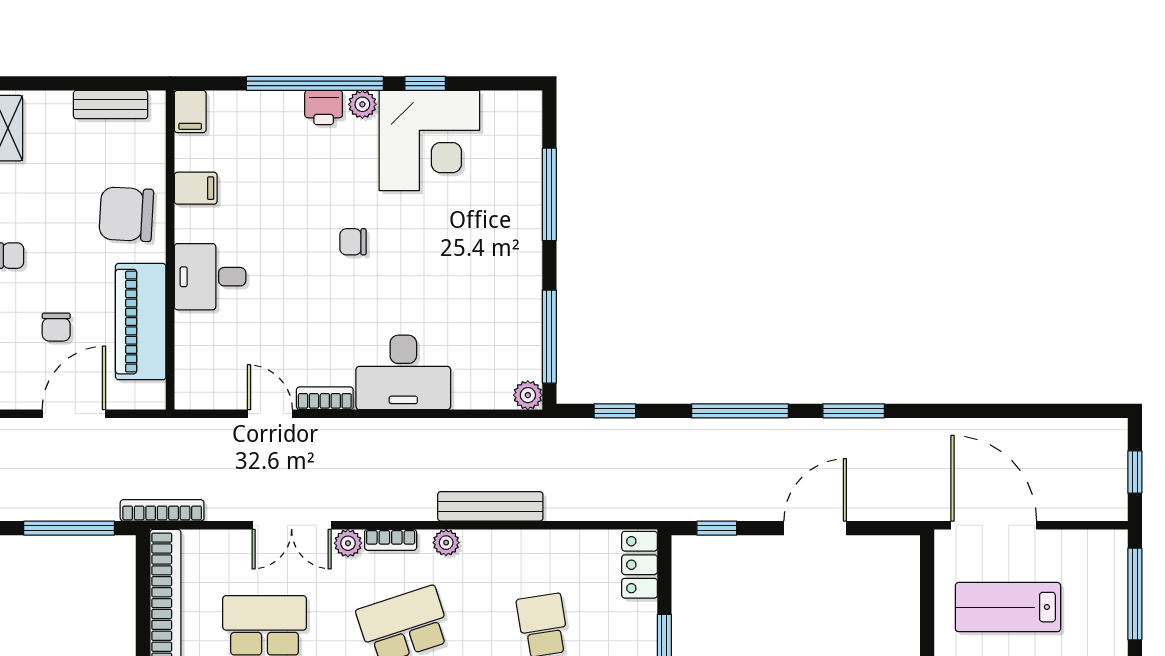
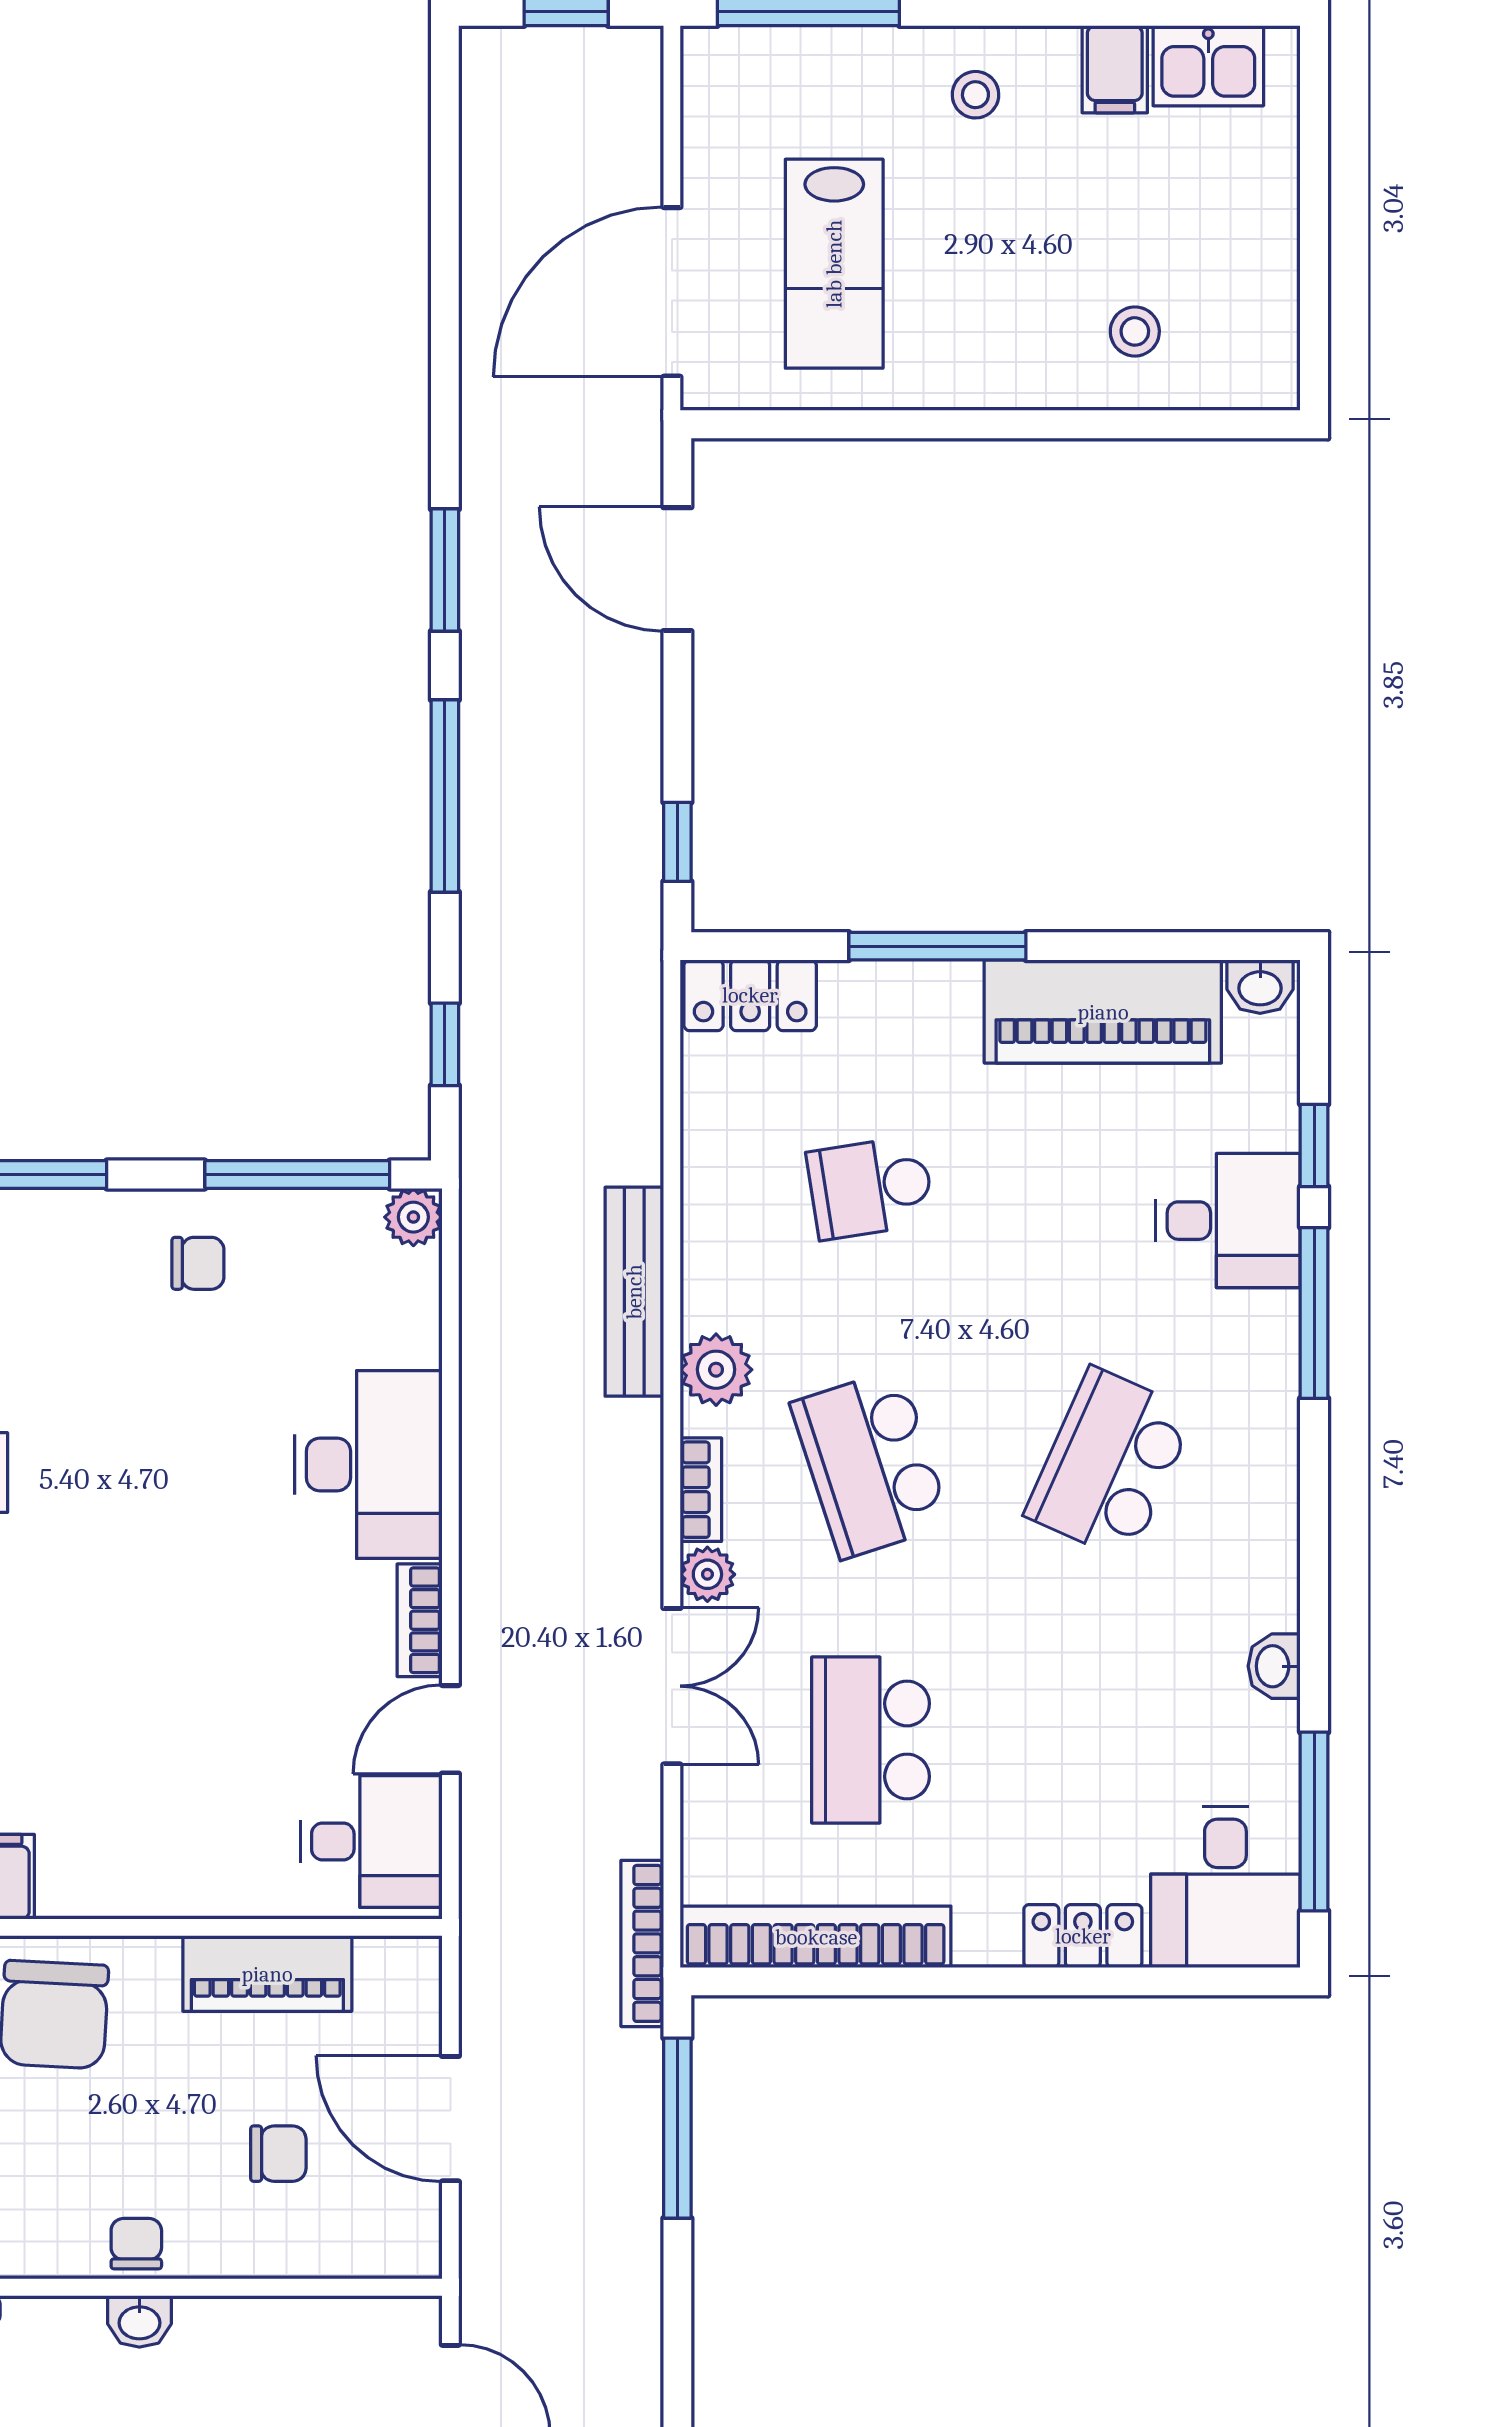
chair: (353, 242) -> (198, 1263), moved, turned -90
desk: (210, 277) -> (371, 1841), moved, turned -90
piano: (141, 322) -> (267, 1974), width x0.73, depth x0.75
door: (815, 528) -> (677, 569), moved
plant: (446, 543) -> (716, 1370), width x1.38, depth x1.38

